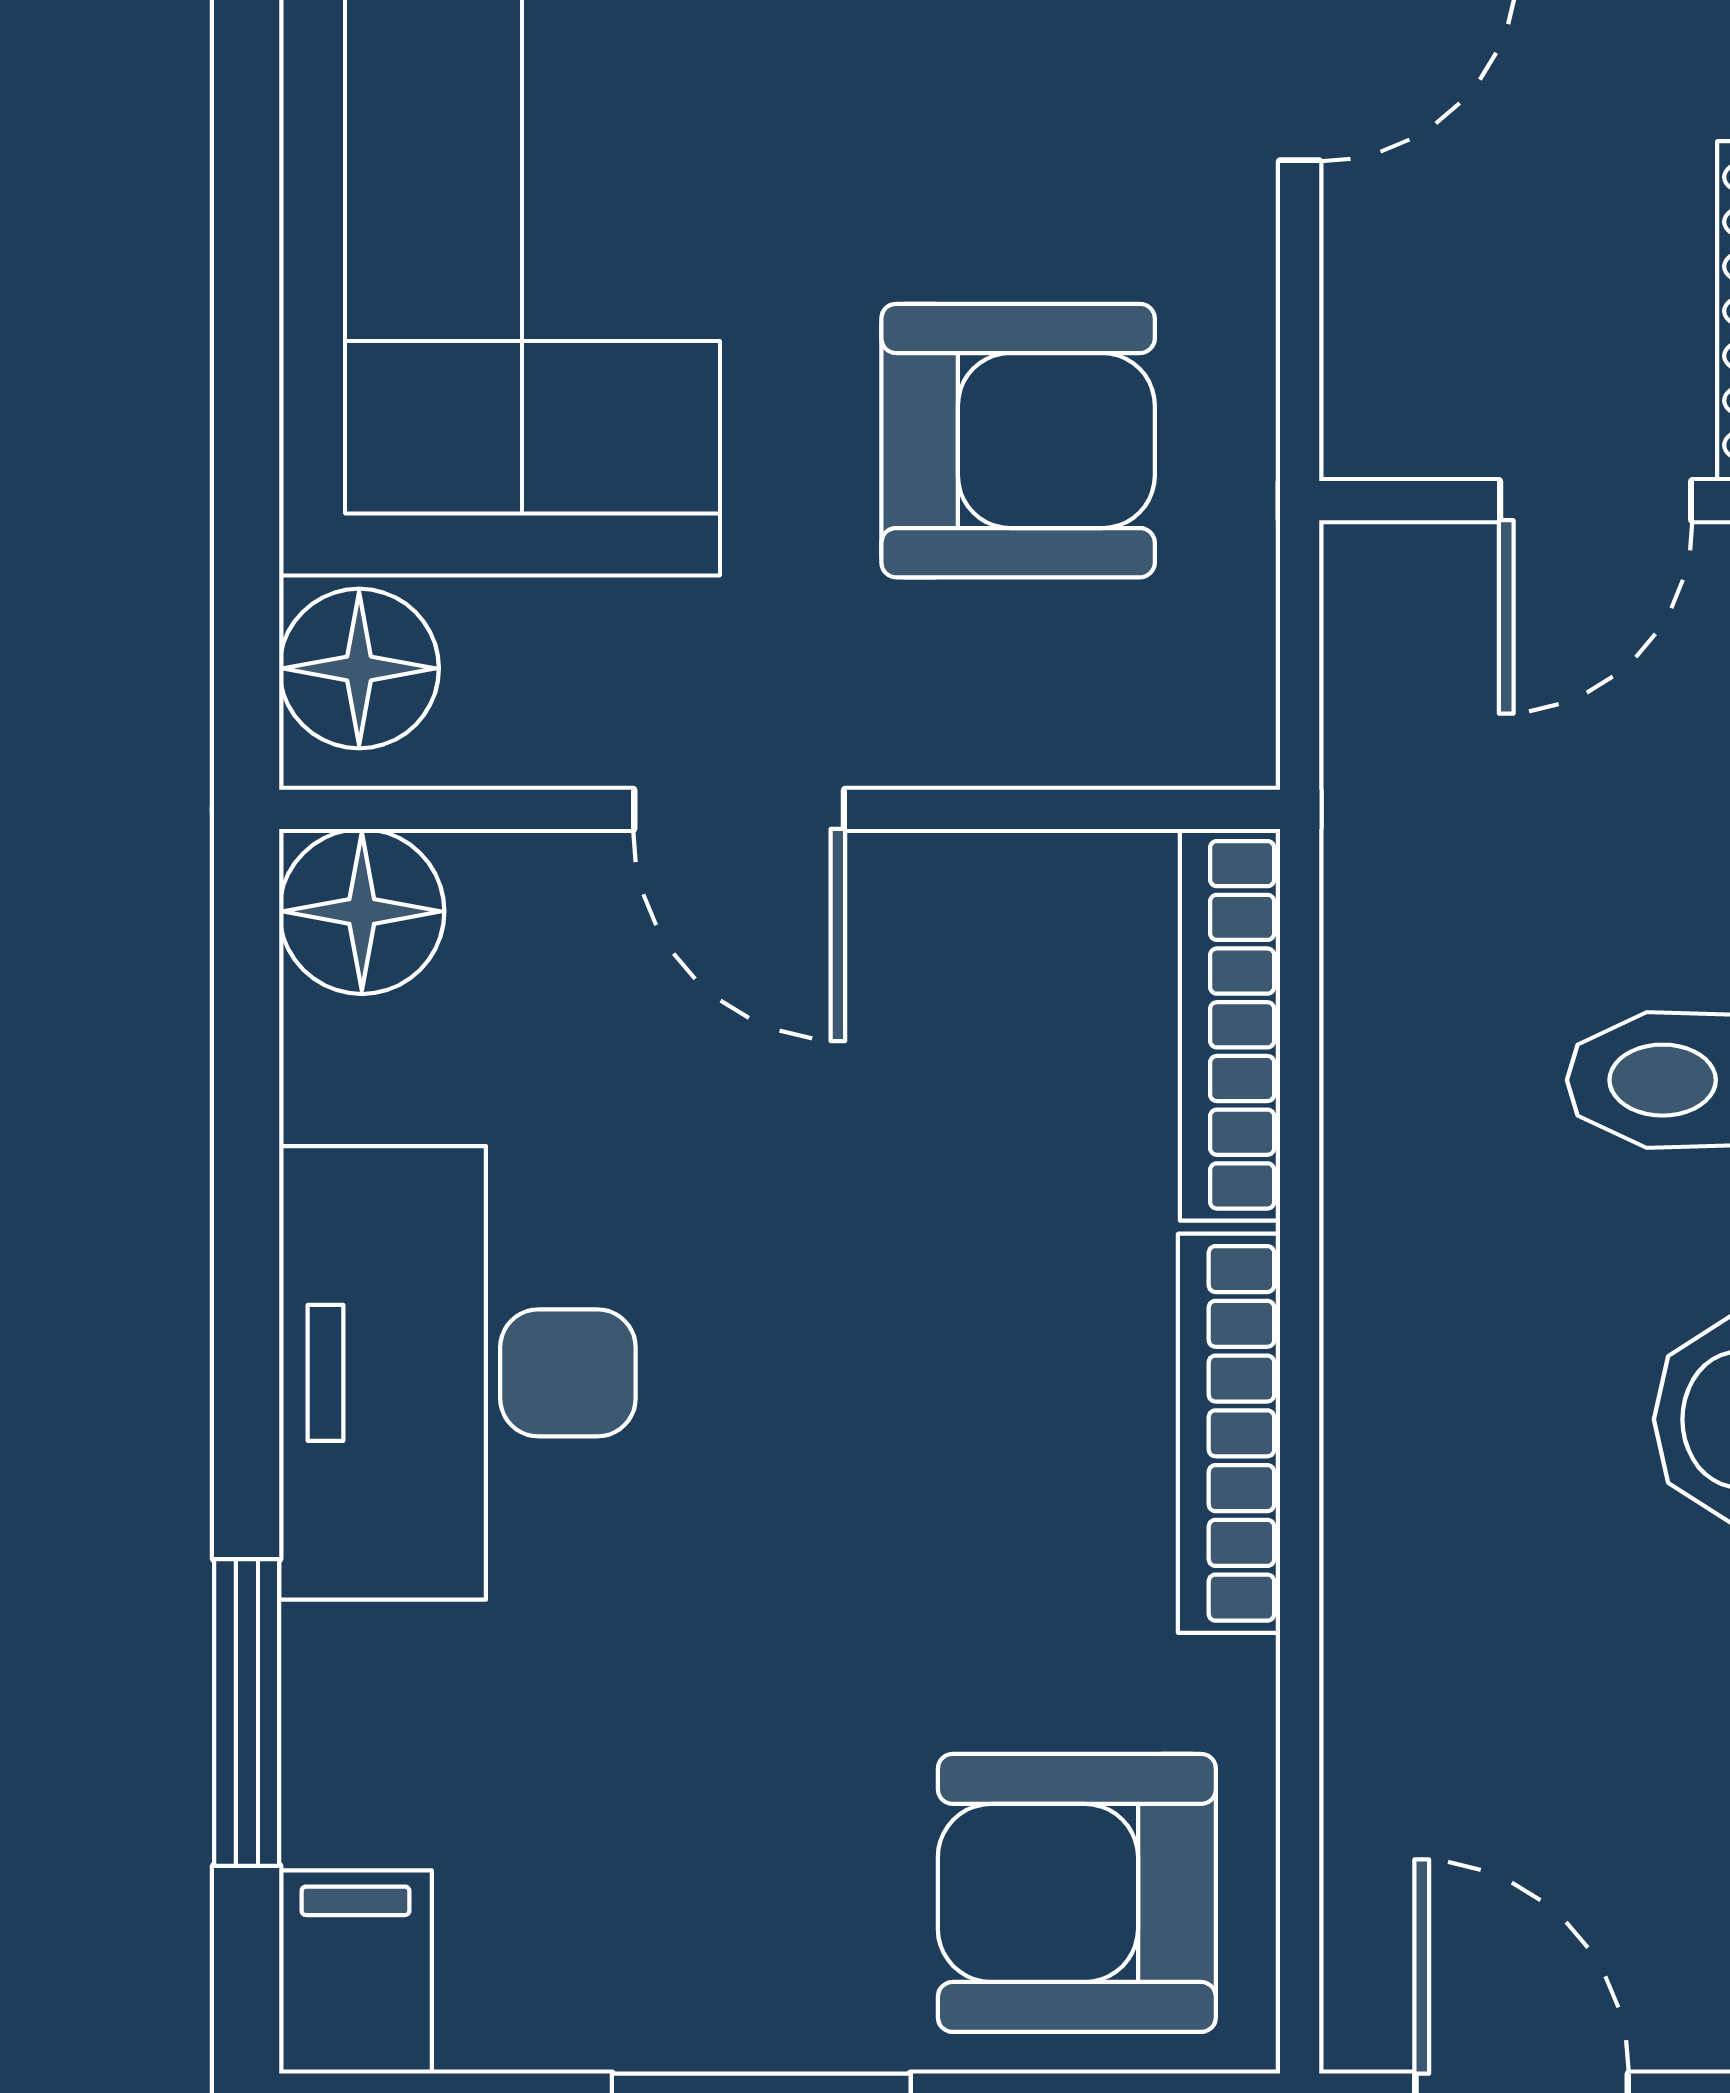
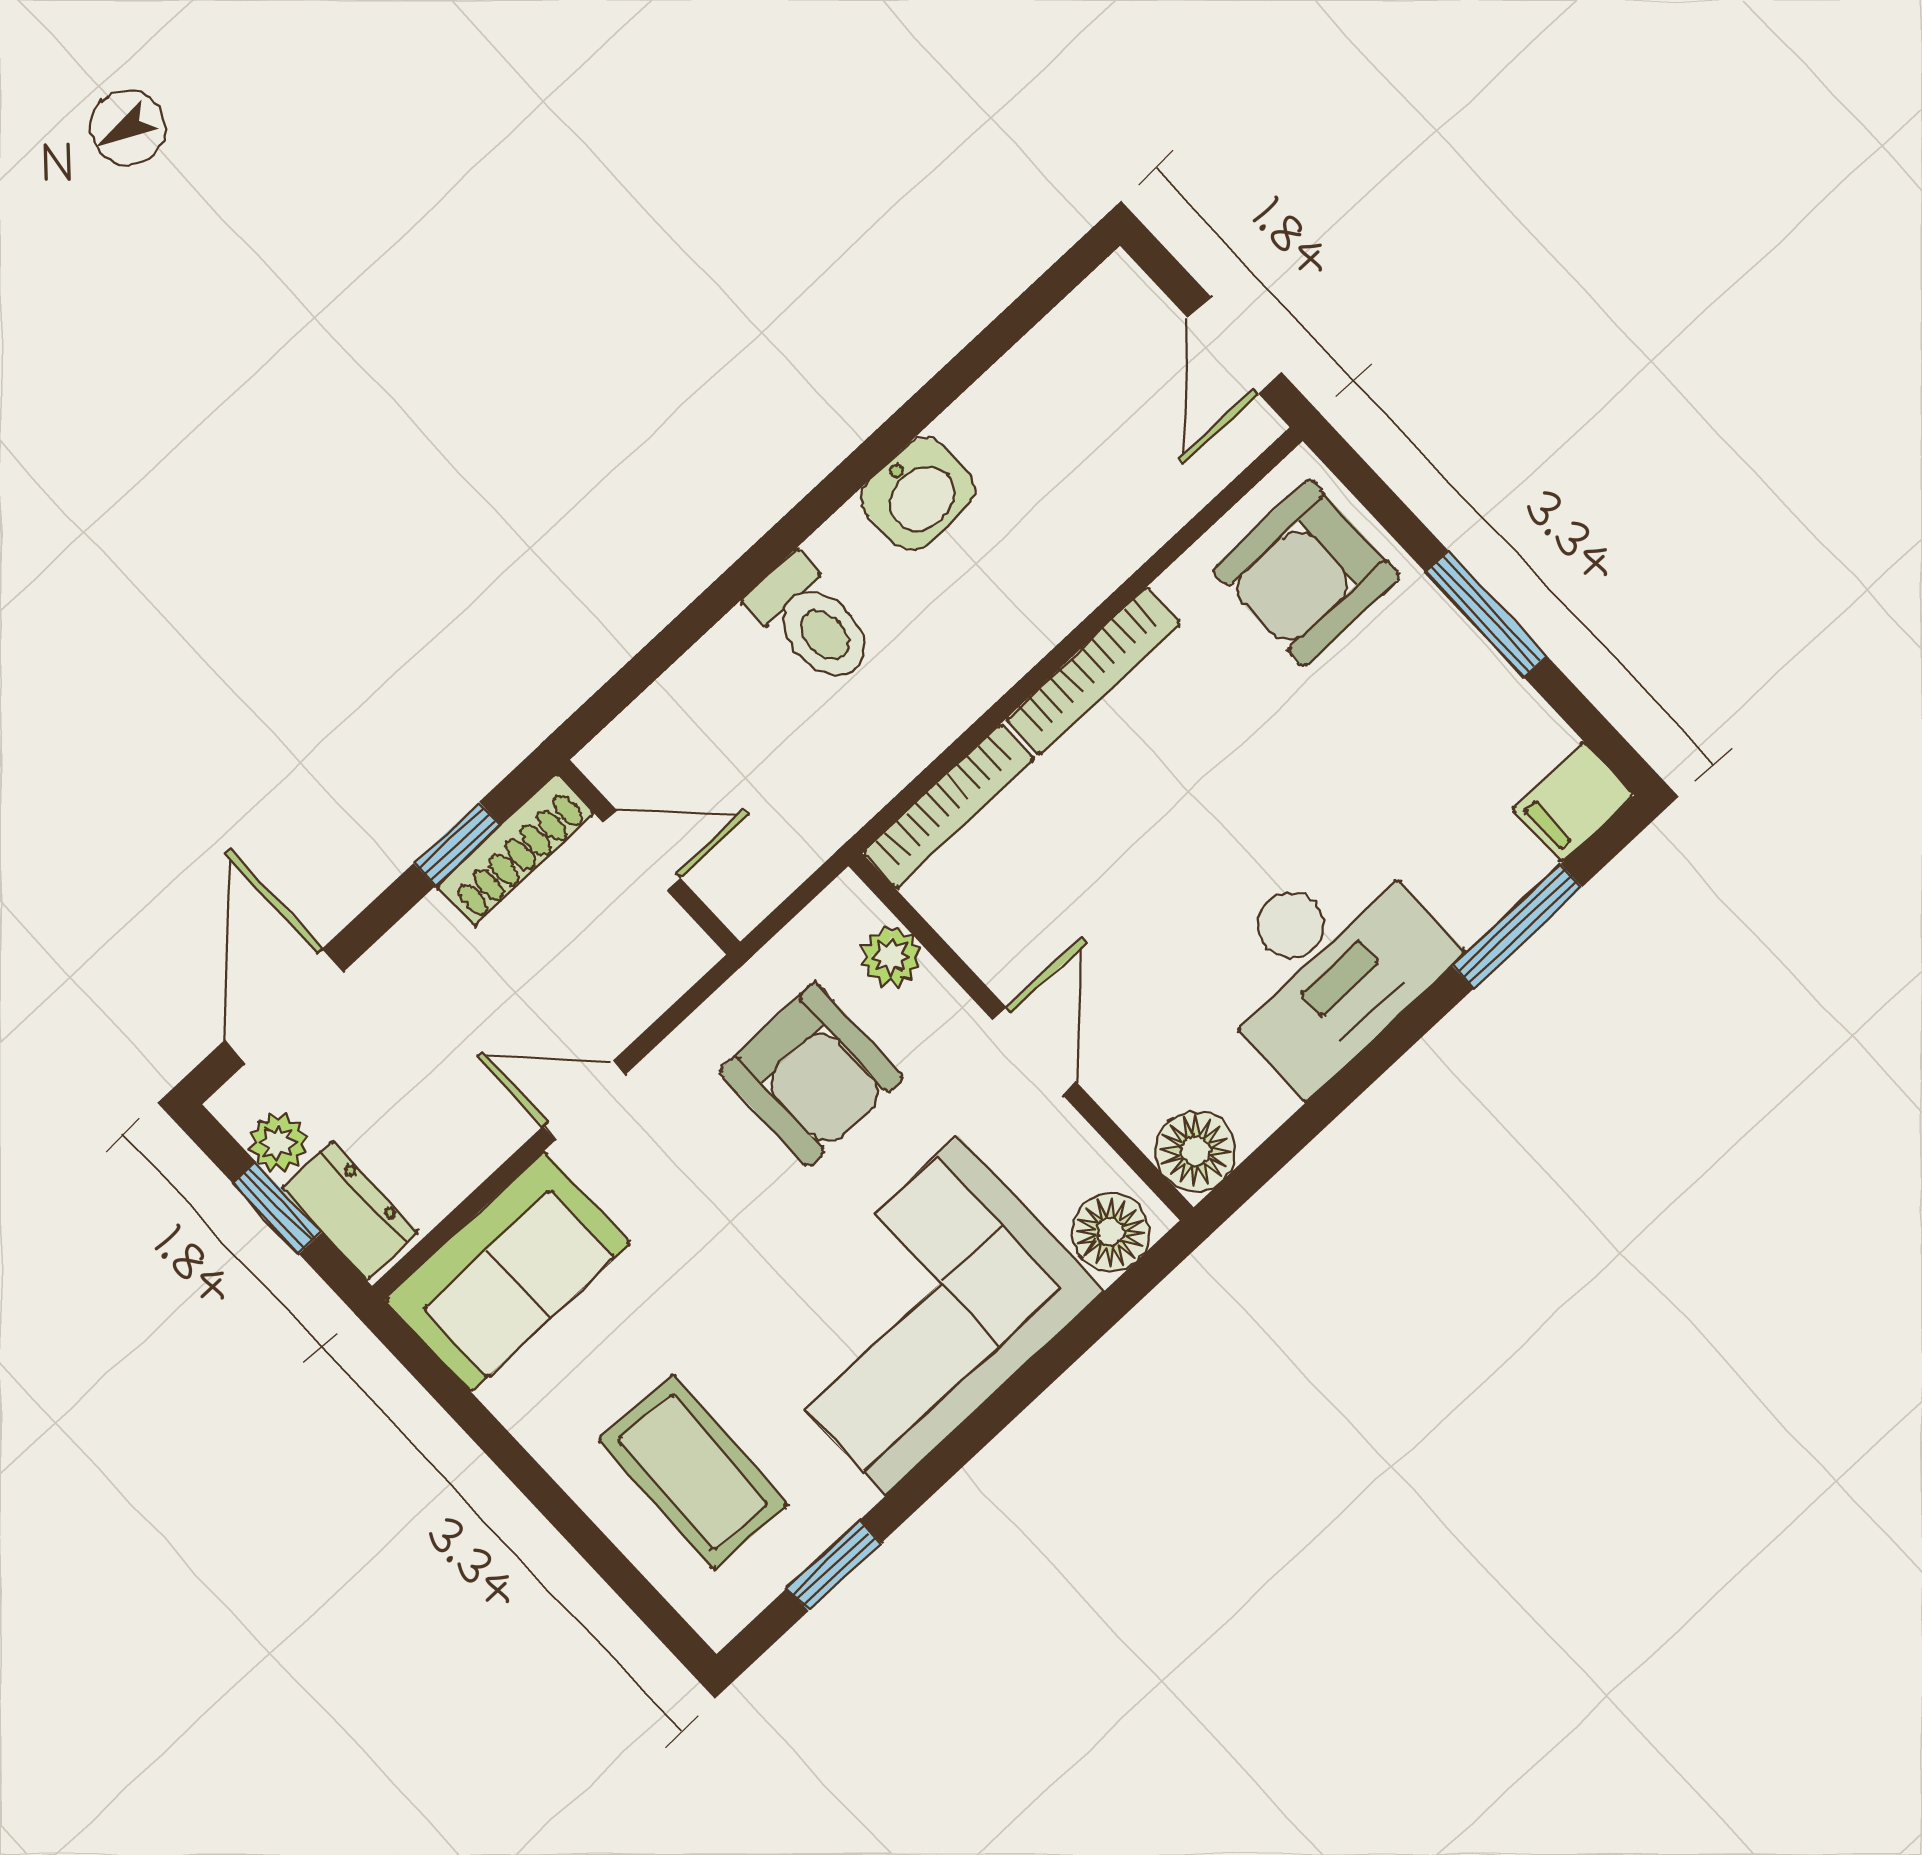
armchair: (1018, 441) -> (812, 1075), turned 180
plant: (1084, 726) -> (891, 956), added
armchair: (1077, 1893) -> (1306, 573), turned 90

